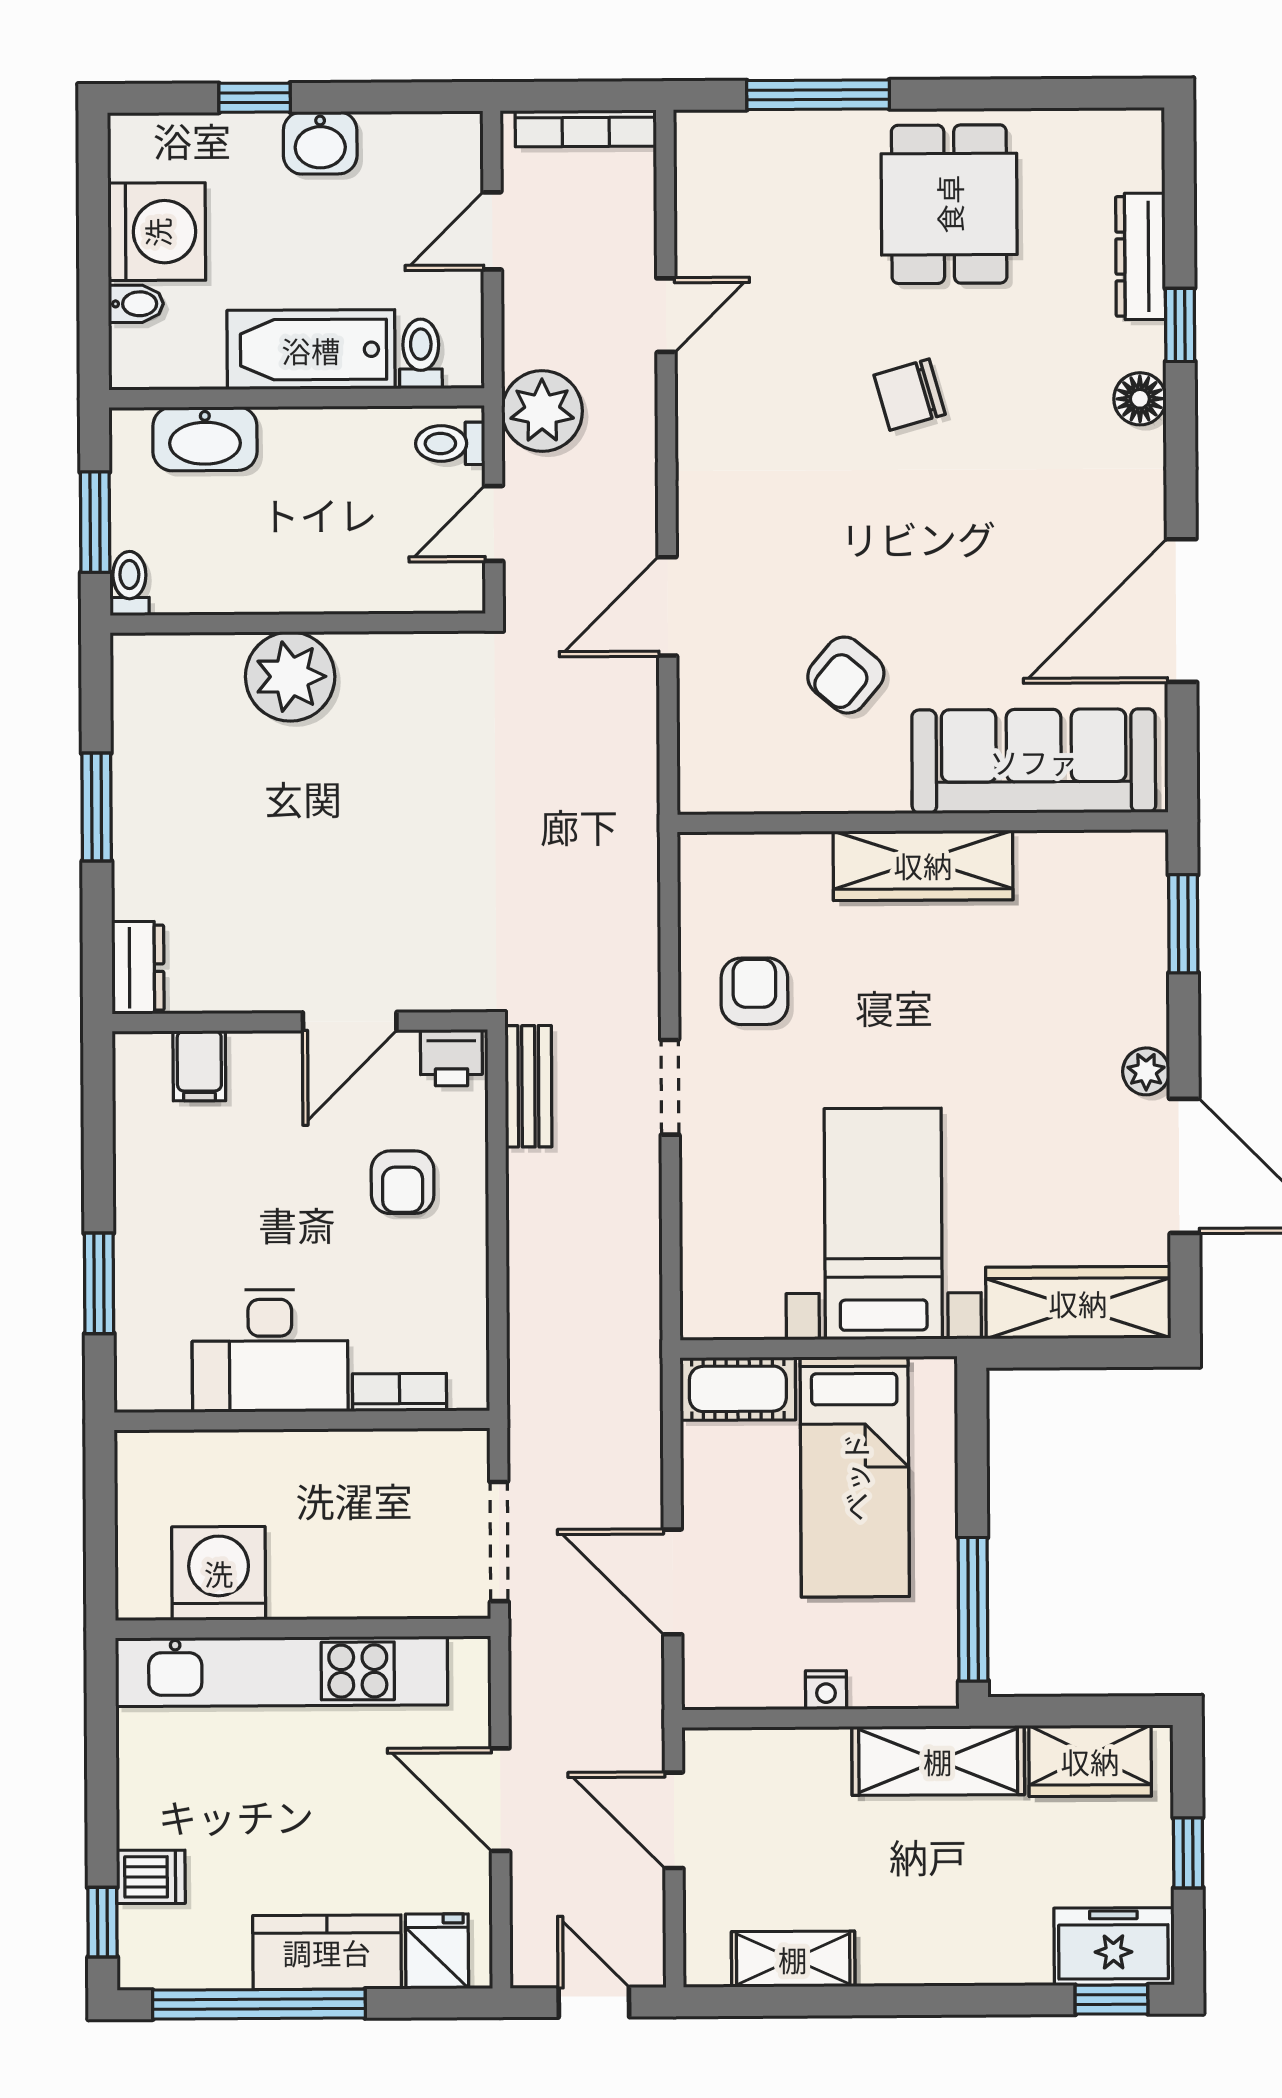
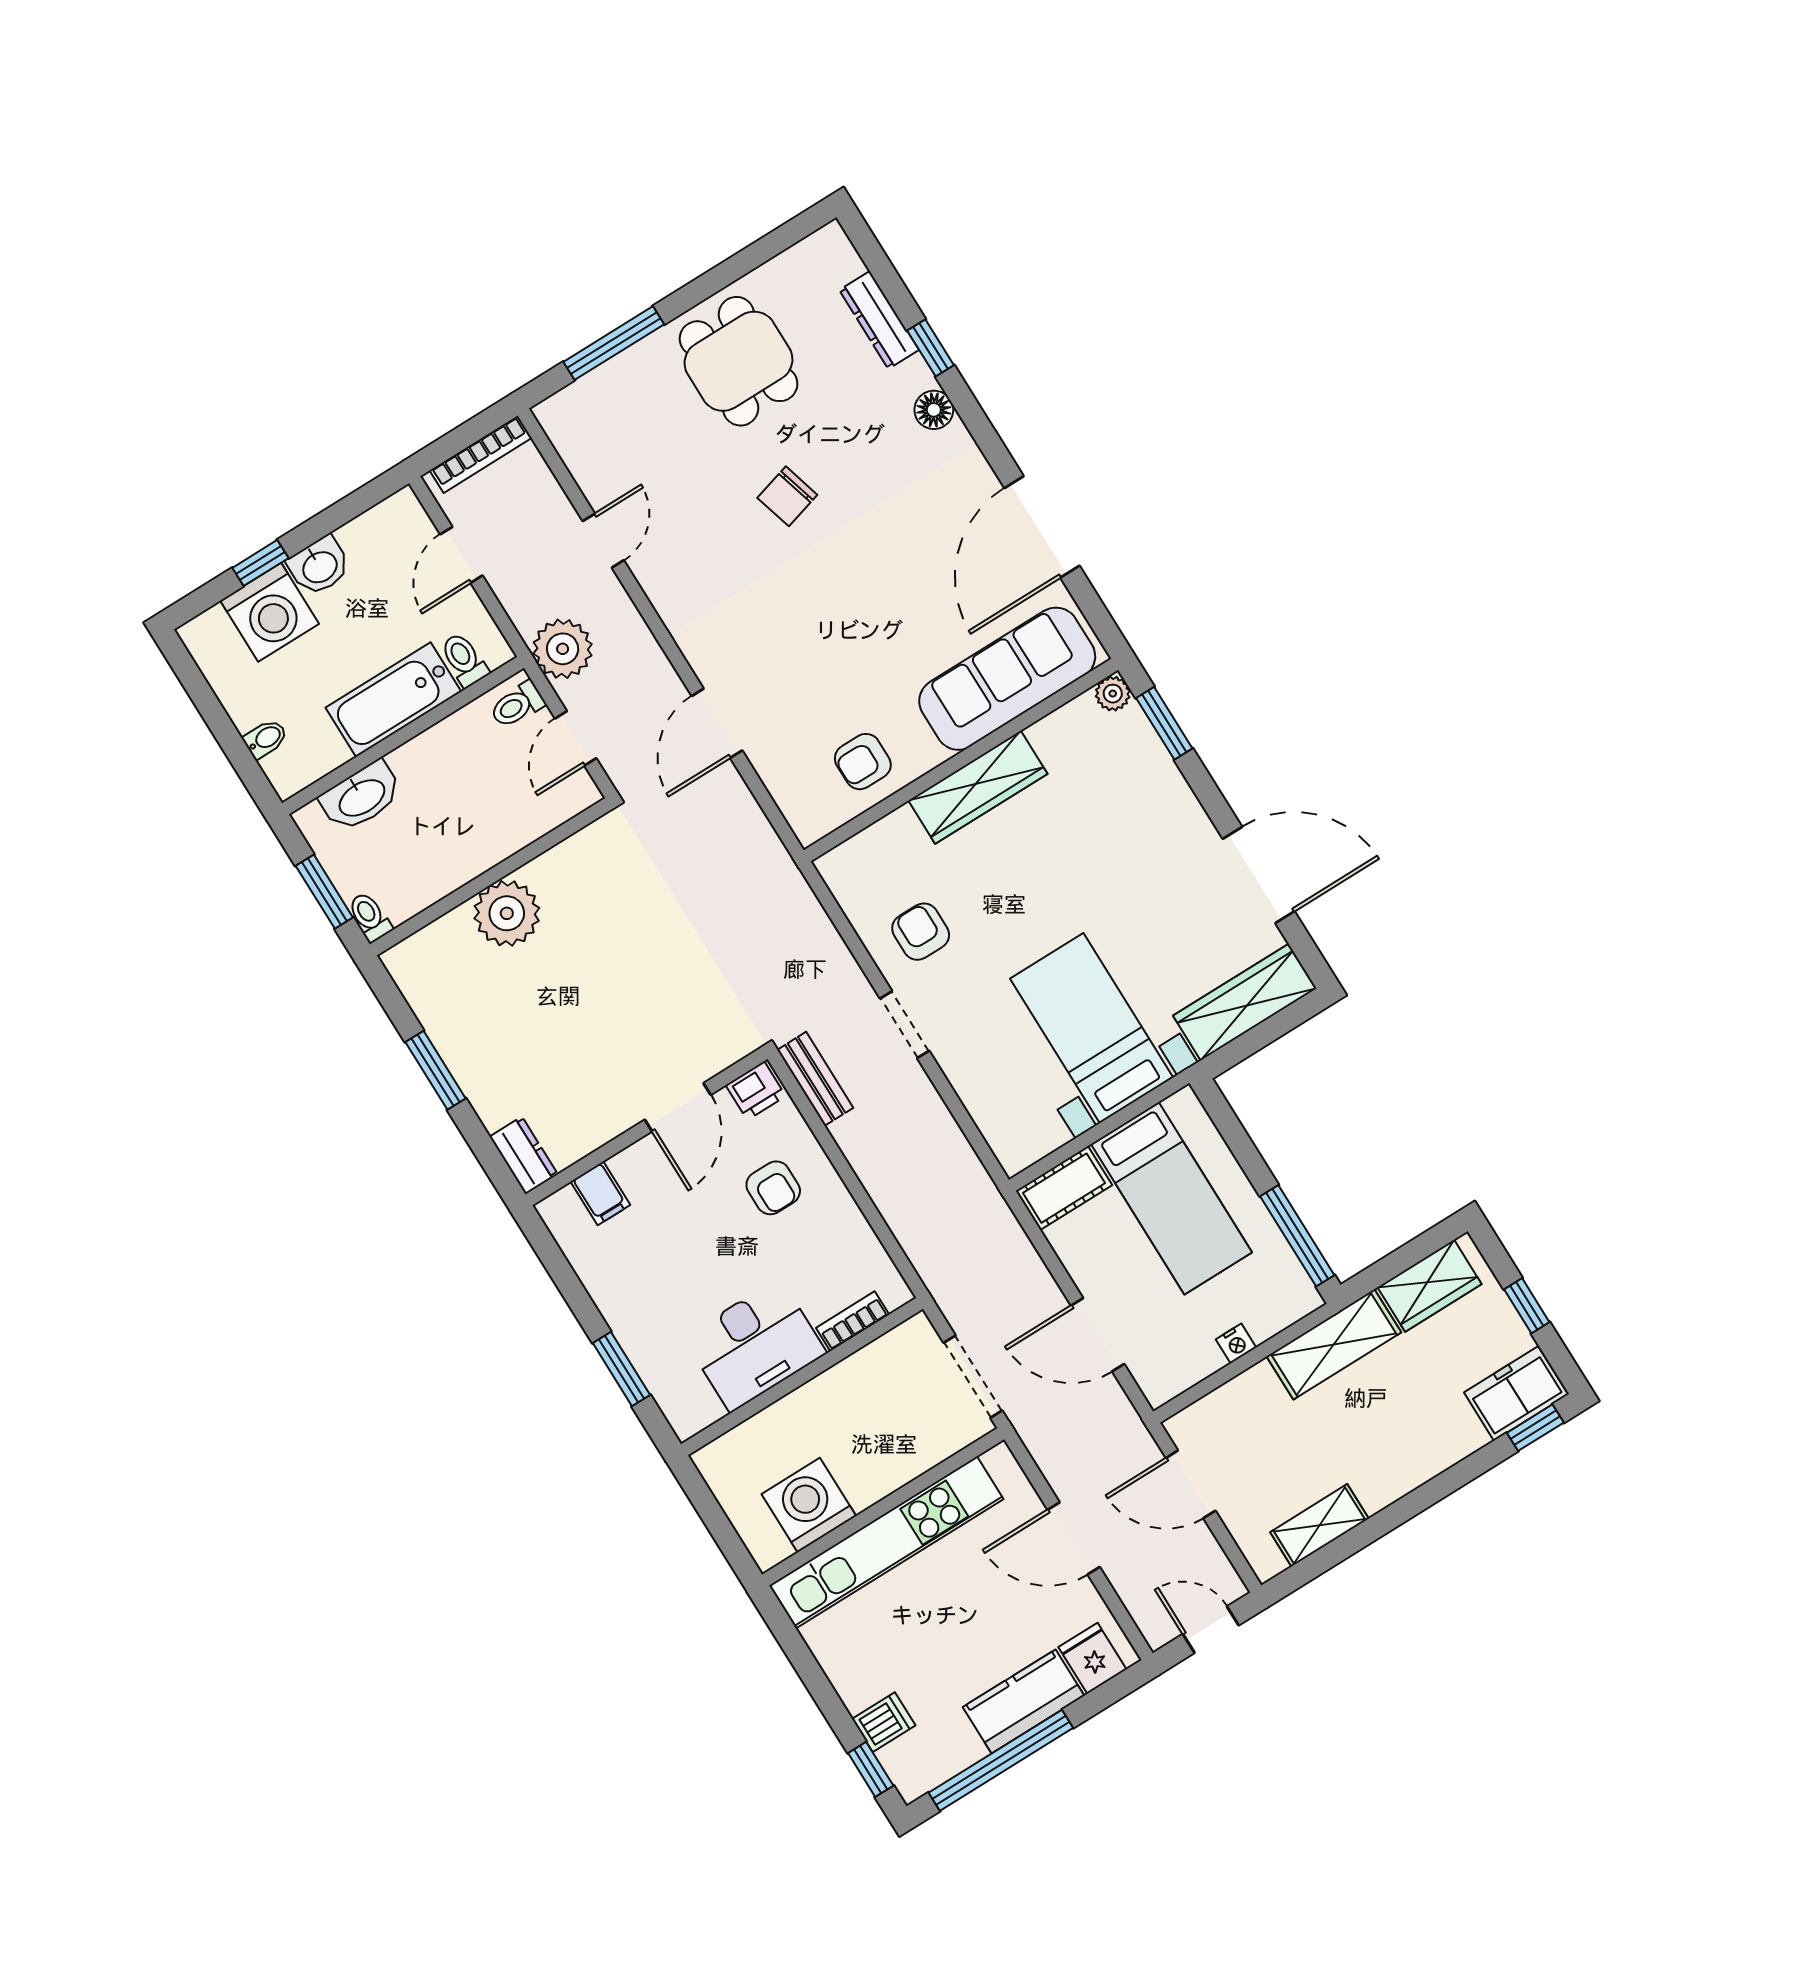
washing machine: (157, 232) -> (270, 612), moved, turned 90
armchair: (846, 675) -> (863, 762), moved, turned 50
plant: (1146, 1071) -> (1113, 694), moved

